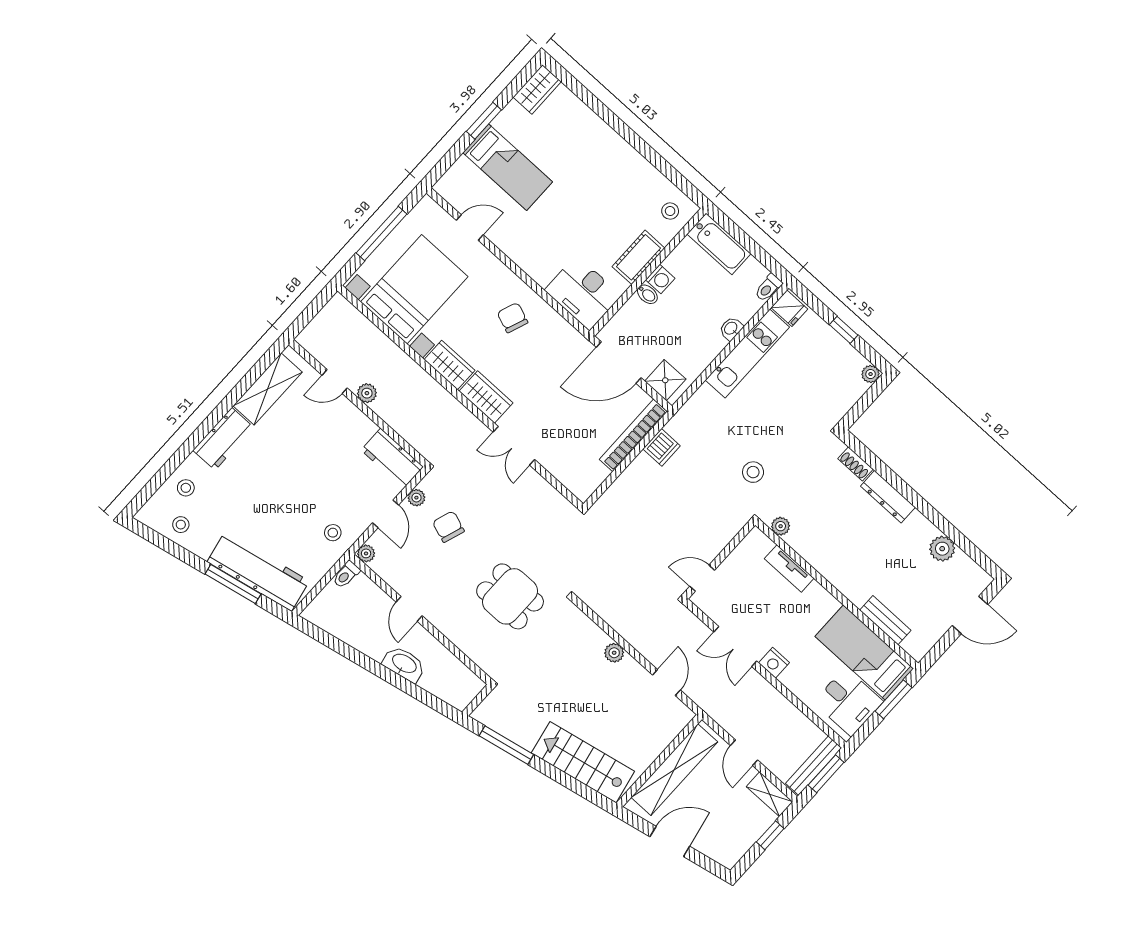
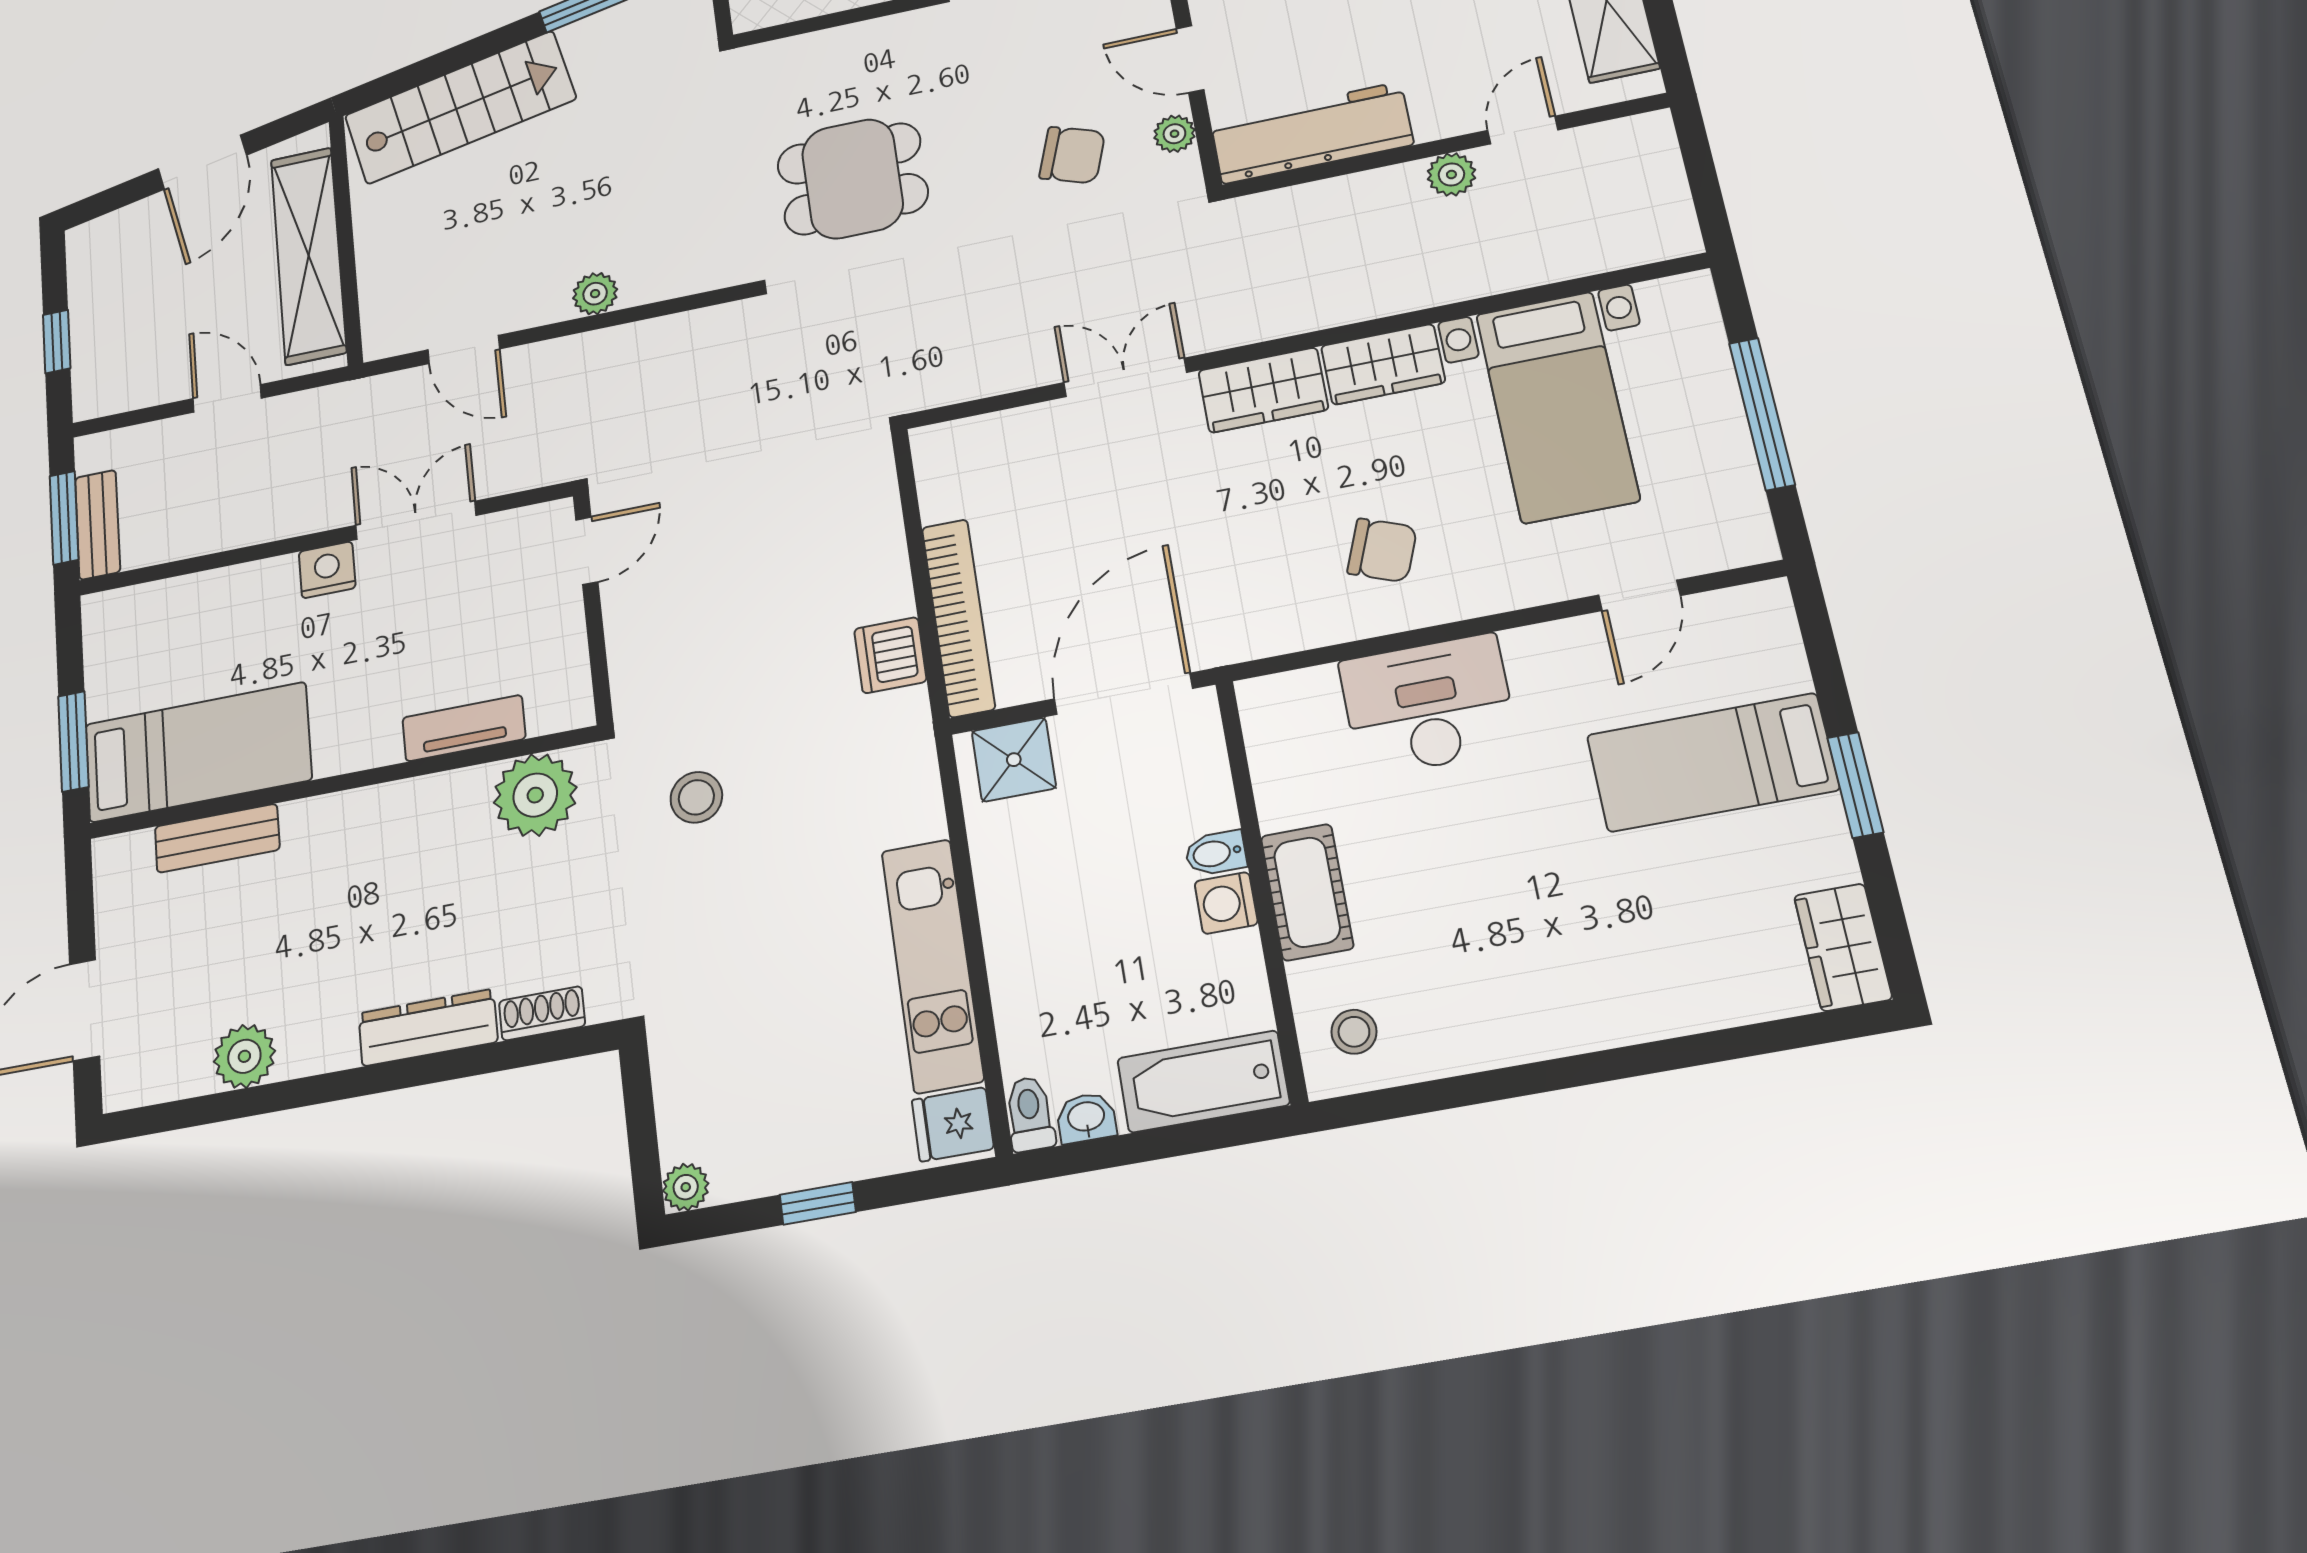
bed with nightstands: (414, 289) -> (1557, 407), width x0.73
desk: (583, 293) -> (1428, 705), moved
washbasin: (731, 329) -> (1086, 1118), moved, turned -90
workbench: (392, 458) -> (1312, 133), width x1.37
plant: (781, 526) -> (535, 795), width x1.88, depth x1.88
desk: (848, 702) -> (143, 654), removed
bench: (814, 766) -> (98, 525), width x0.73
shelving: (770, 794) -> (122, 391), removed

